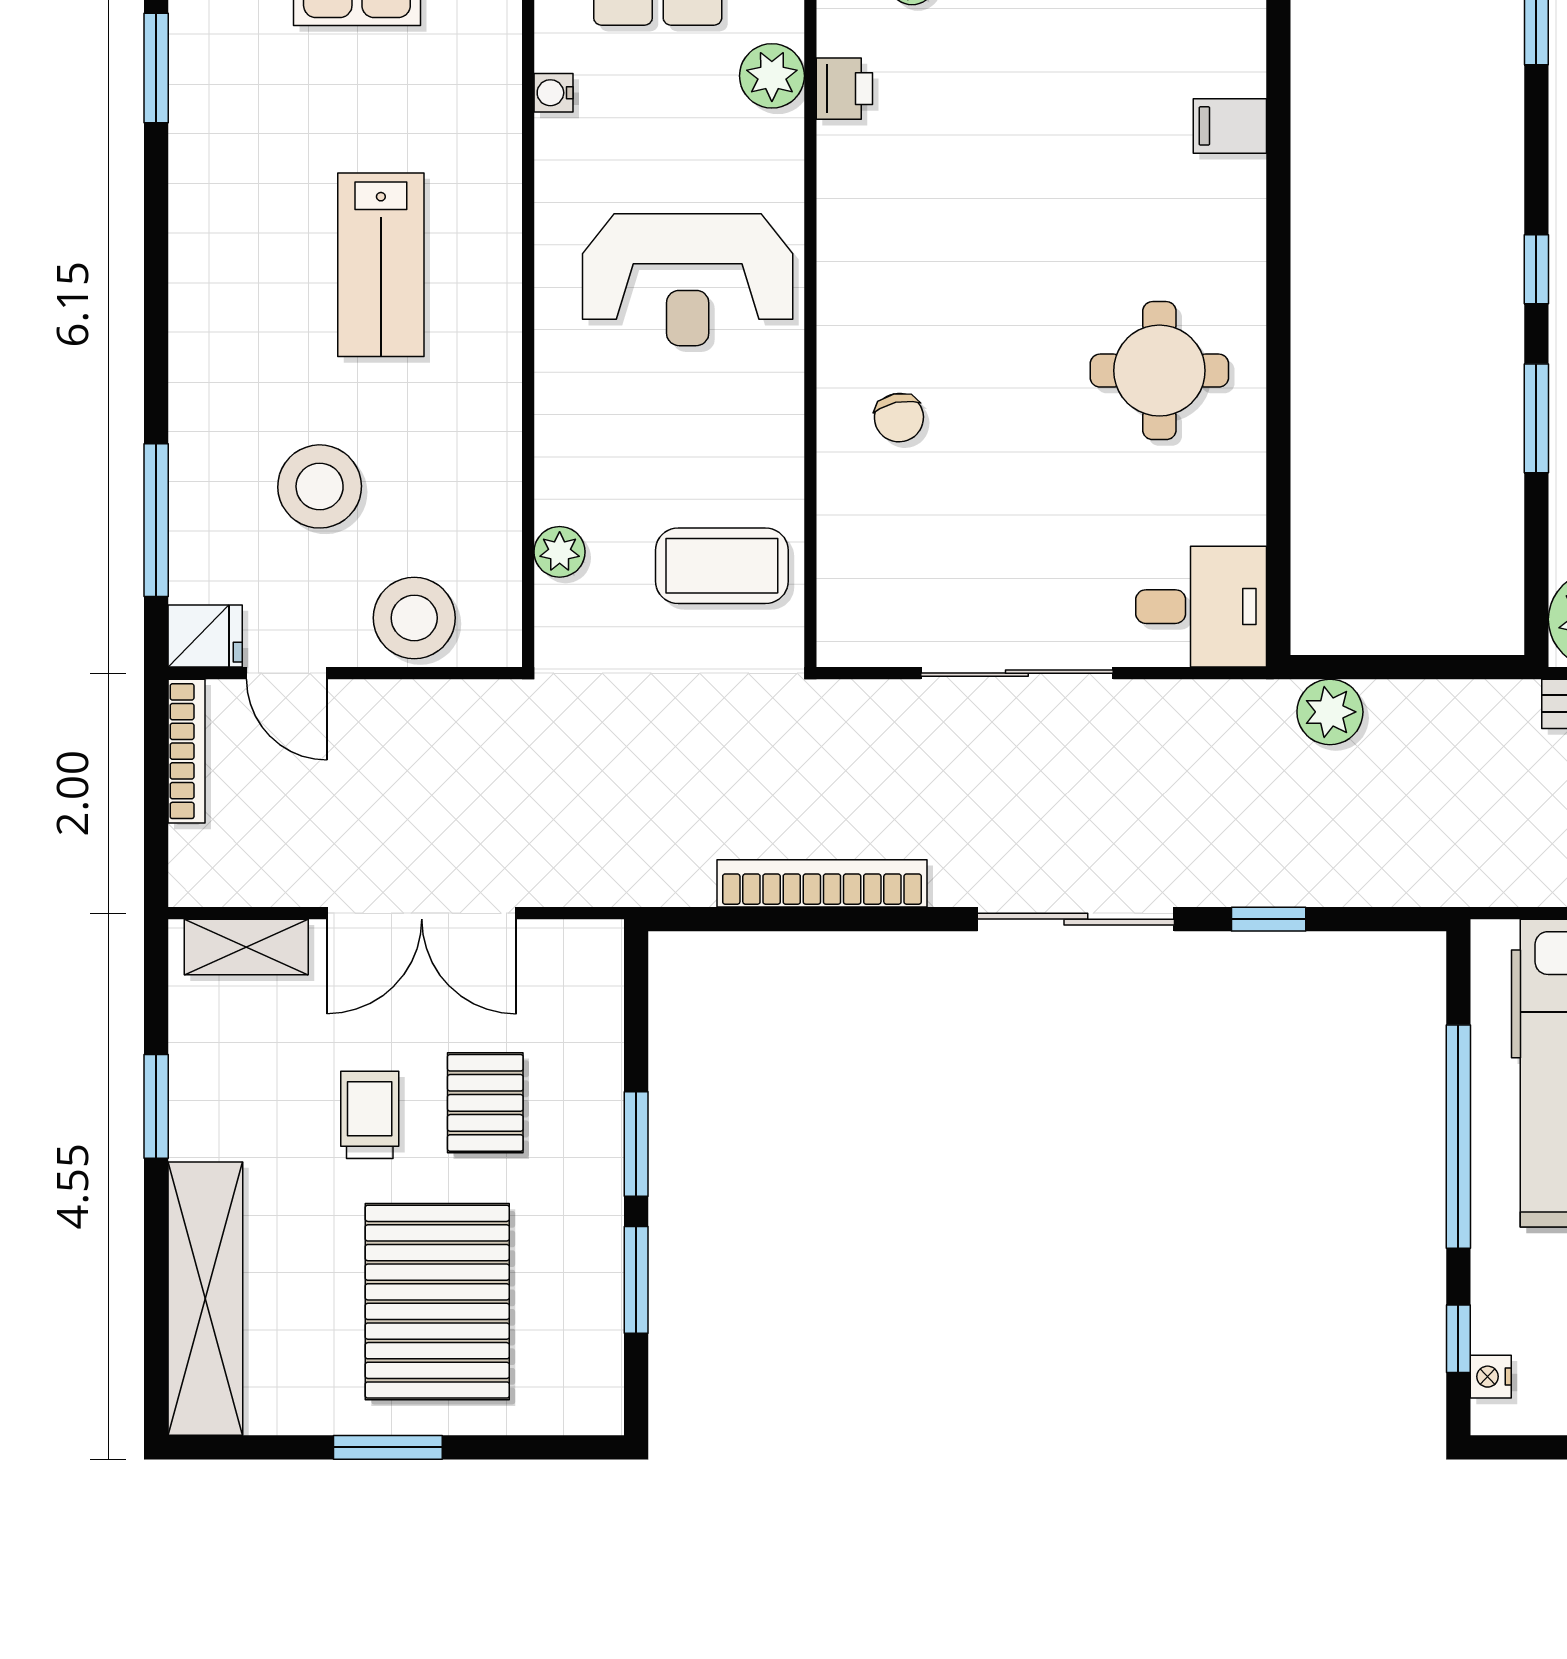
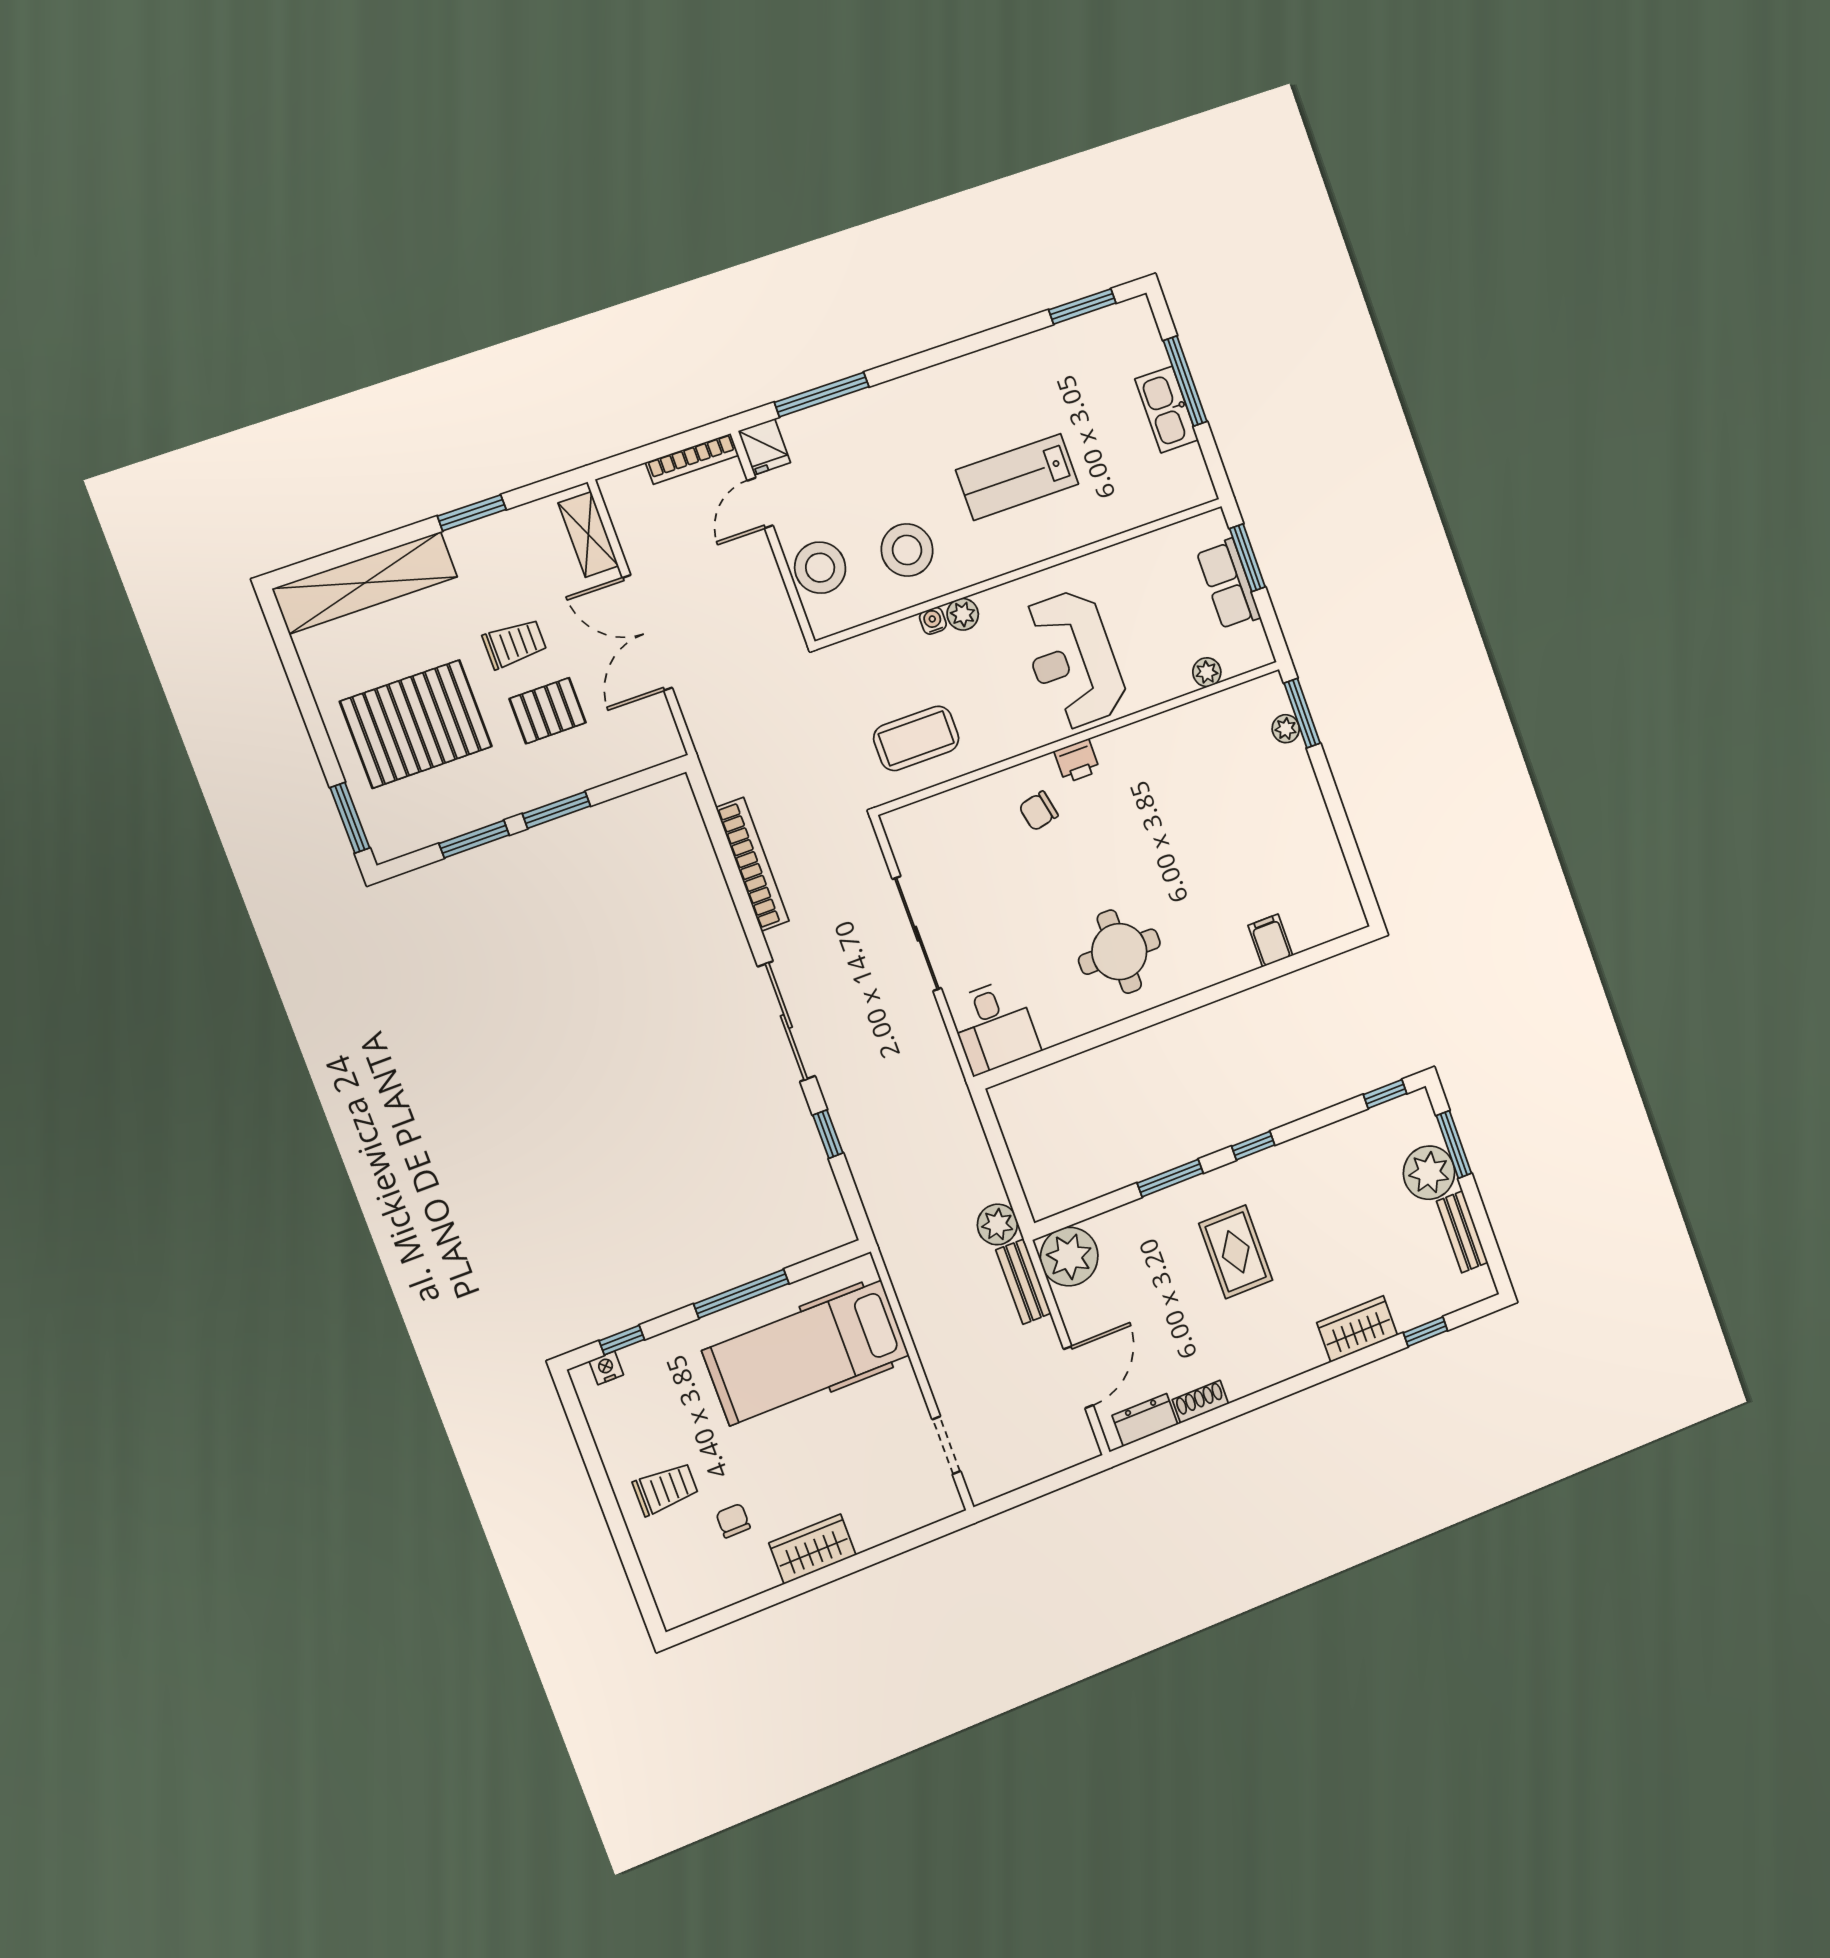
plant: (772, 76) -> (1207, 672), width x0.73, depth x0.73
printer: (844, 89) -> (1077, 761), moved
water cooler: (553, 93) -> (933, 621), moved
stool: (320, 486) -> (907, 550), moved
plant: (560, 552) -> (963, 614), moved
coffee table: (722, 566) -> (916, 738), turned 90
plant: (1330, 712) -> (997, 1224), moved
window: (1458, 1137) -> (741, 1294), width x0.68
window: (388, 1447) -> (350, 818), moved

